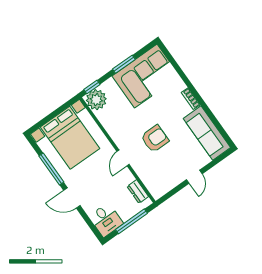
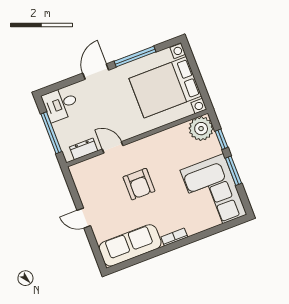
window: (92, 87) -> (221, 139), moved
door: (123, 158) -> (113, 147), moved

